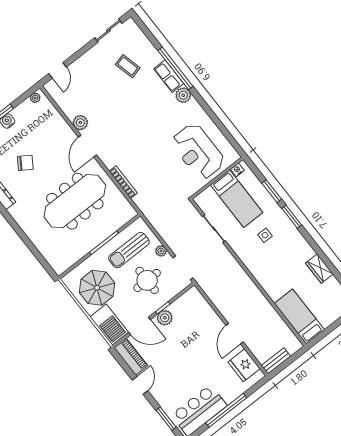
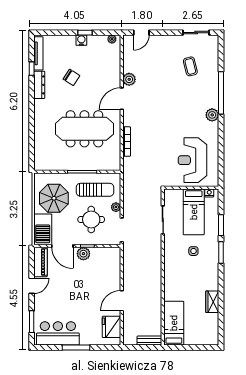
row of seats: (169, 76) -> (212, 95), removed
sun lounger: (129, 250) -> (95, 190), turned 180
bench: (276, 361) -> (149, 341), moved
window: (226, 410) -> (76, 348), width x0.68

